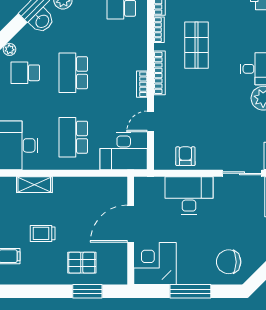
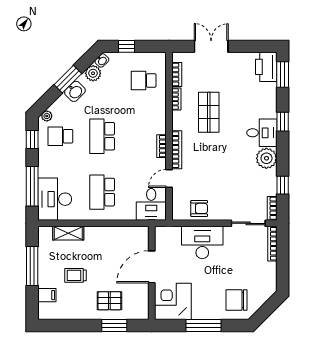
bookcase: (160, 73) -> (177, 150), moved
desk: (124, 151) -> (151, 204), width x0.73
armchair: (185, 156) -> (199, 208), turned 90

